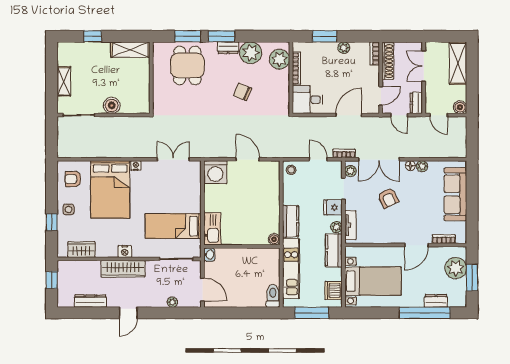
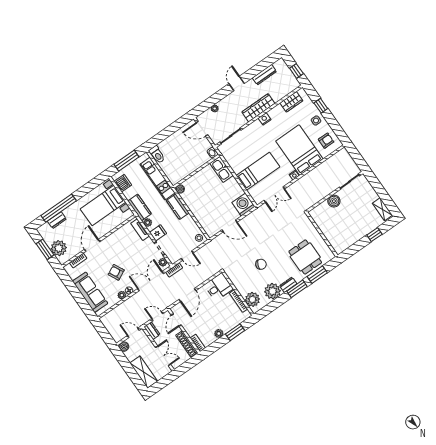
shelving: (130, 50) -> (346, 242), removed
shelving: (64, 81) -> (382, 209), moved
armchair: (388, 198) -> (116, 272), moved
bed: (173, 226) -> (258, 171), moved

